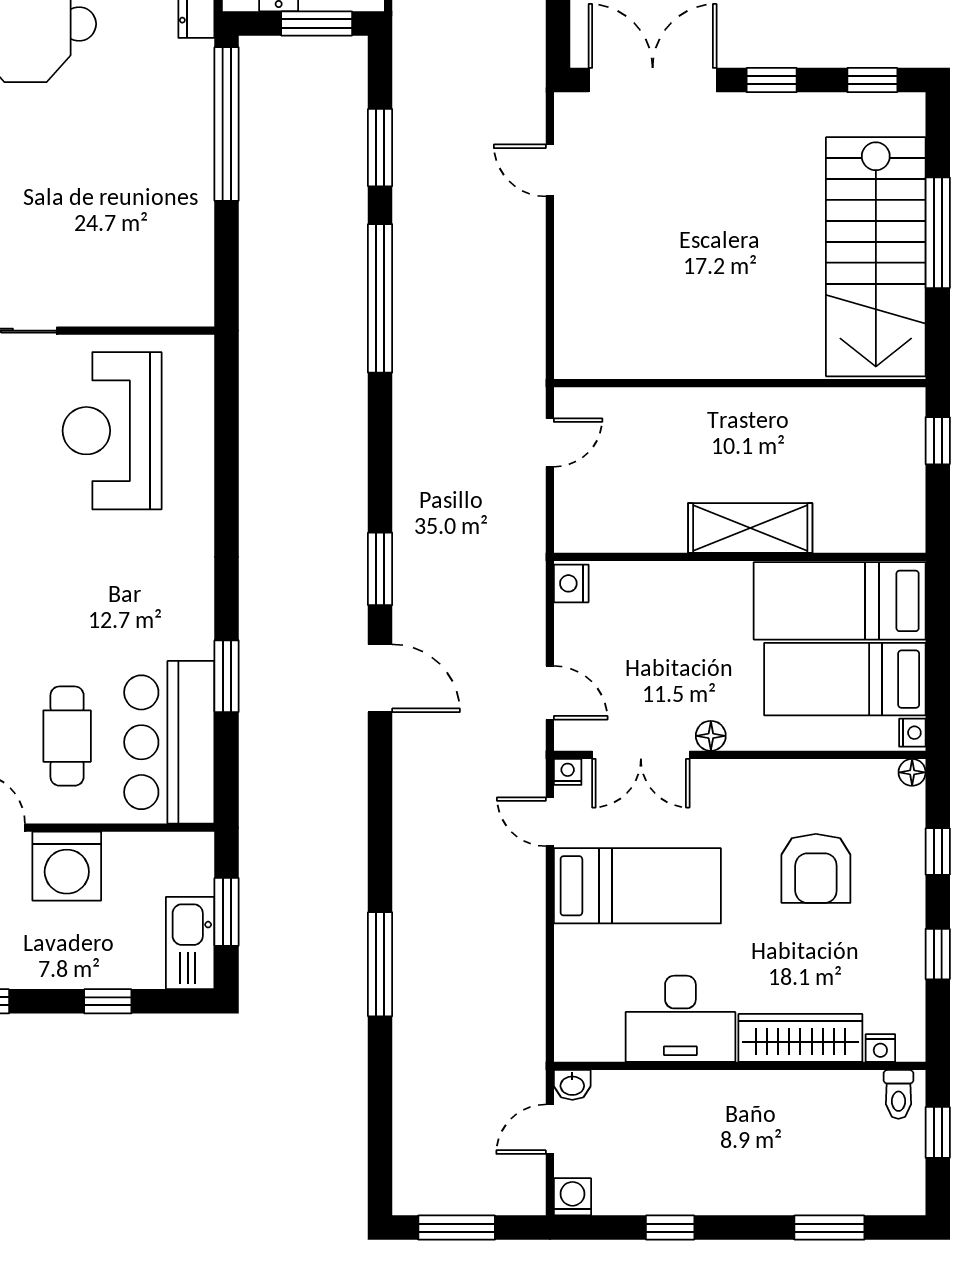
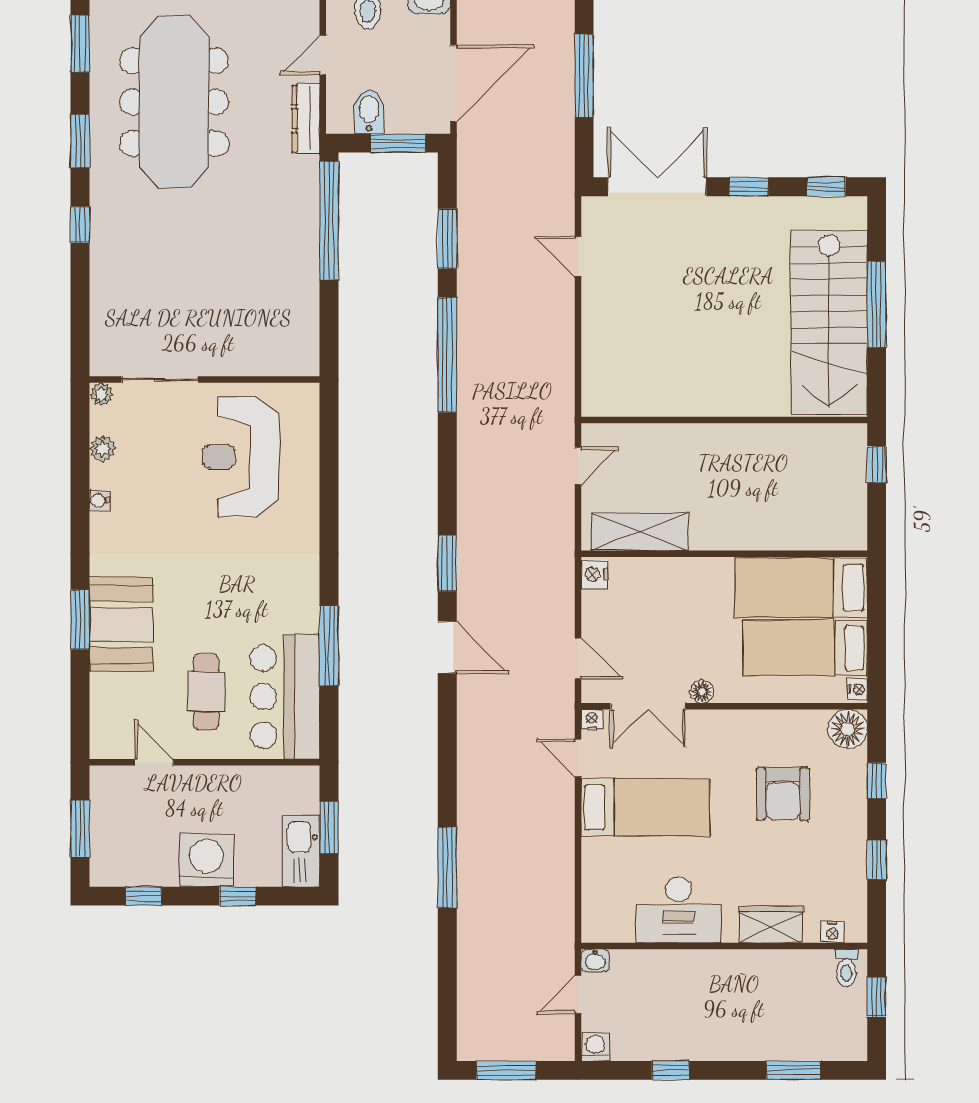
shelving: (750, 528) -> (640, 532), moved
window: (227, 676) -> (329, 646), width x1.44
floor lamp: (912, 772) -> (848, 729), width x1.89, depth x1.89
washing machine: (67, 866) -> (206, 860), moved, turned 180
wardrobe: (800, 1038) -> (771, 924), width x0.67

